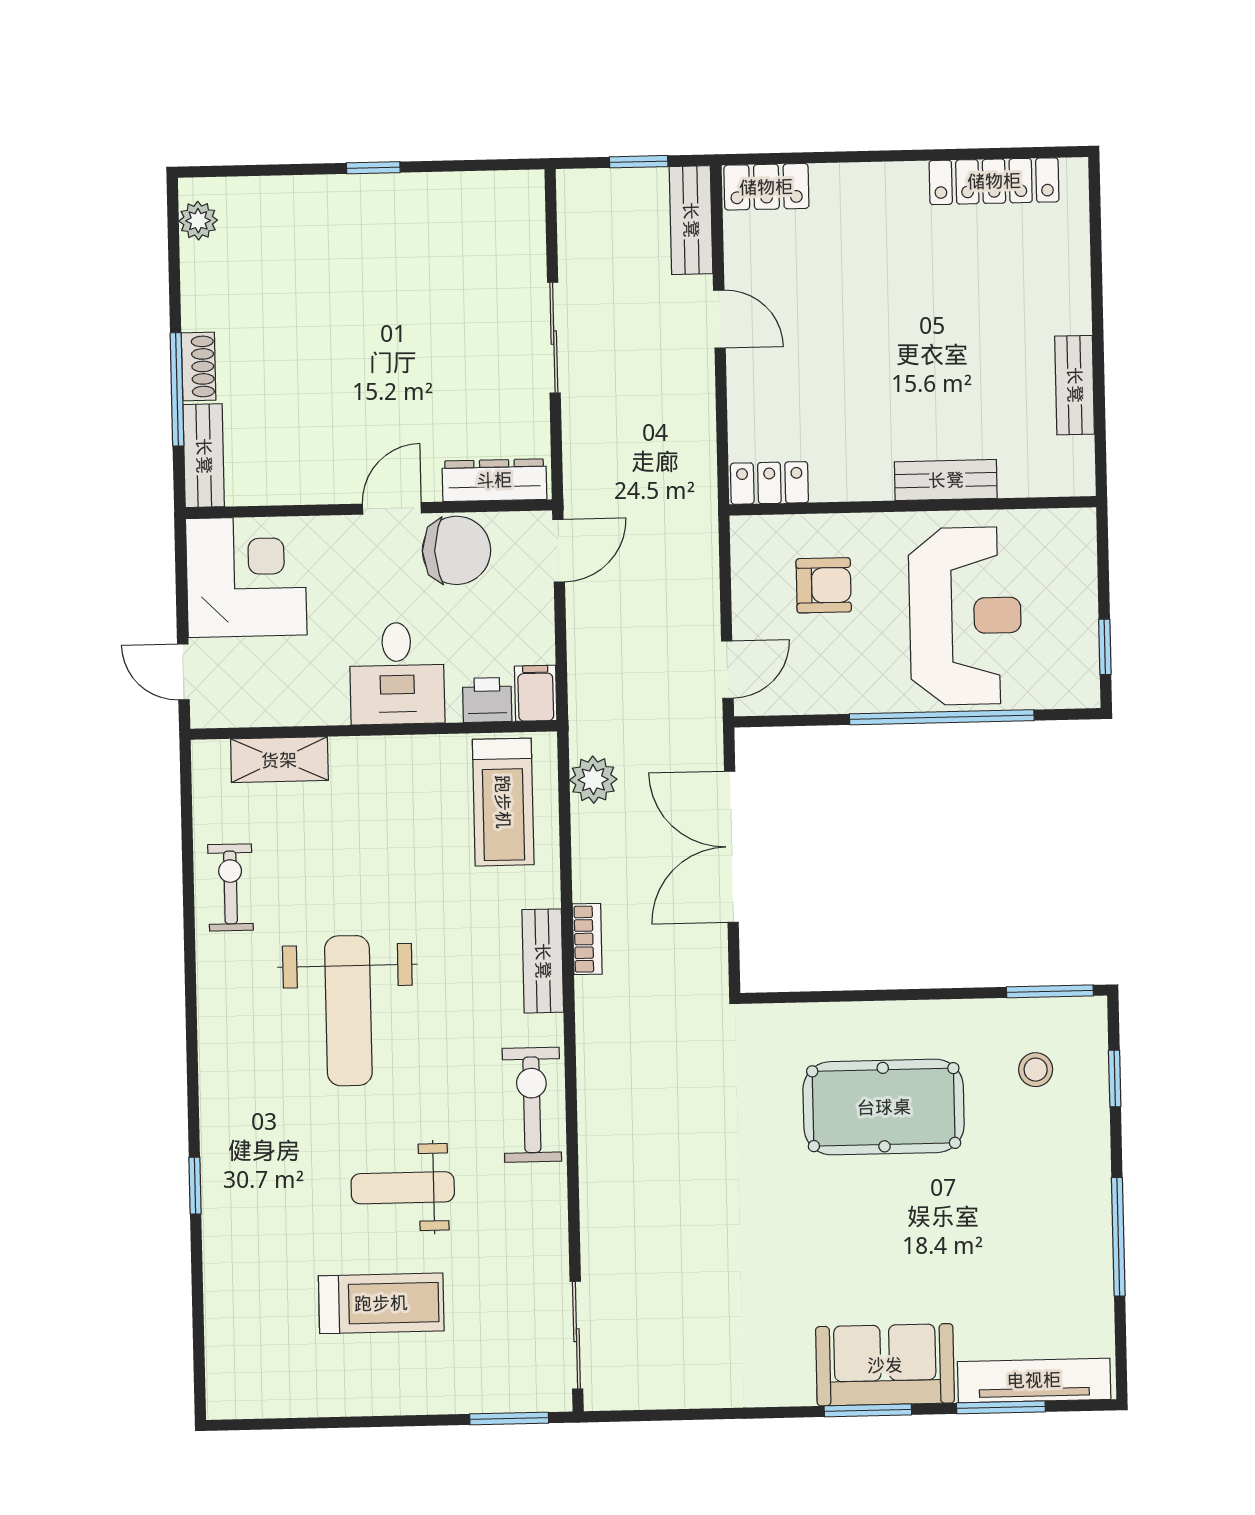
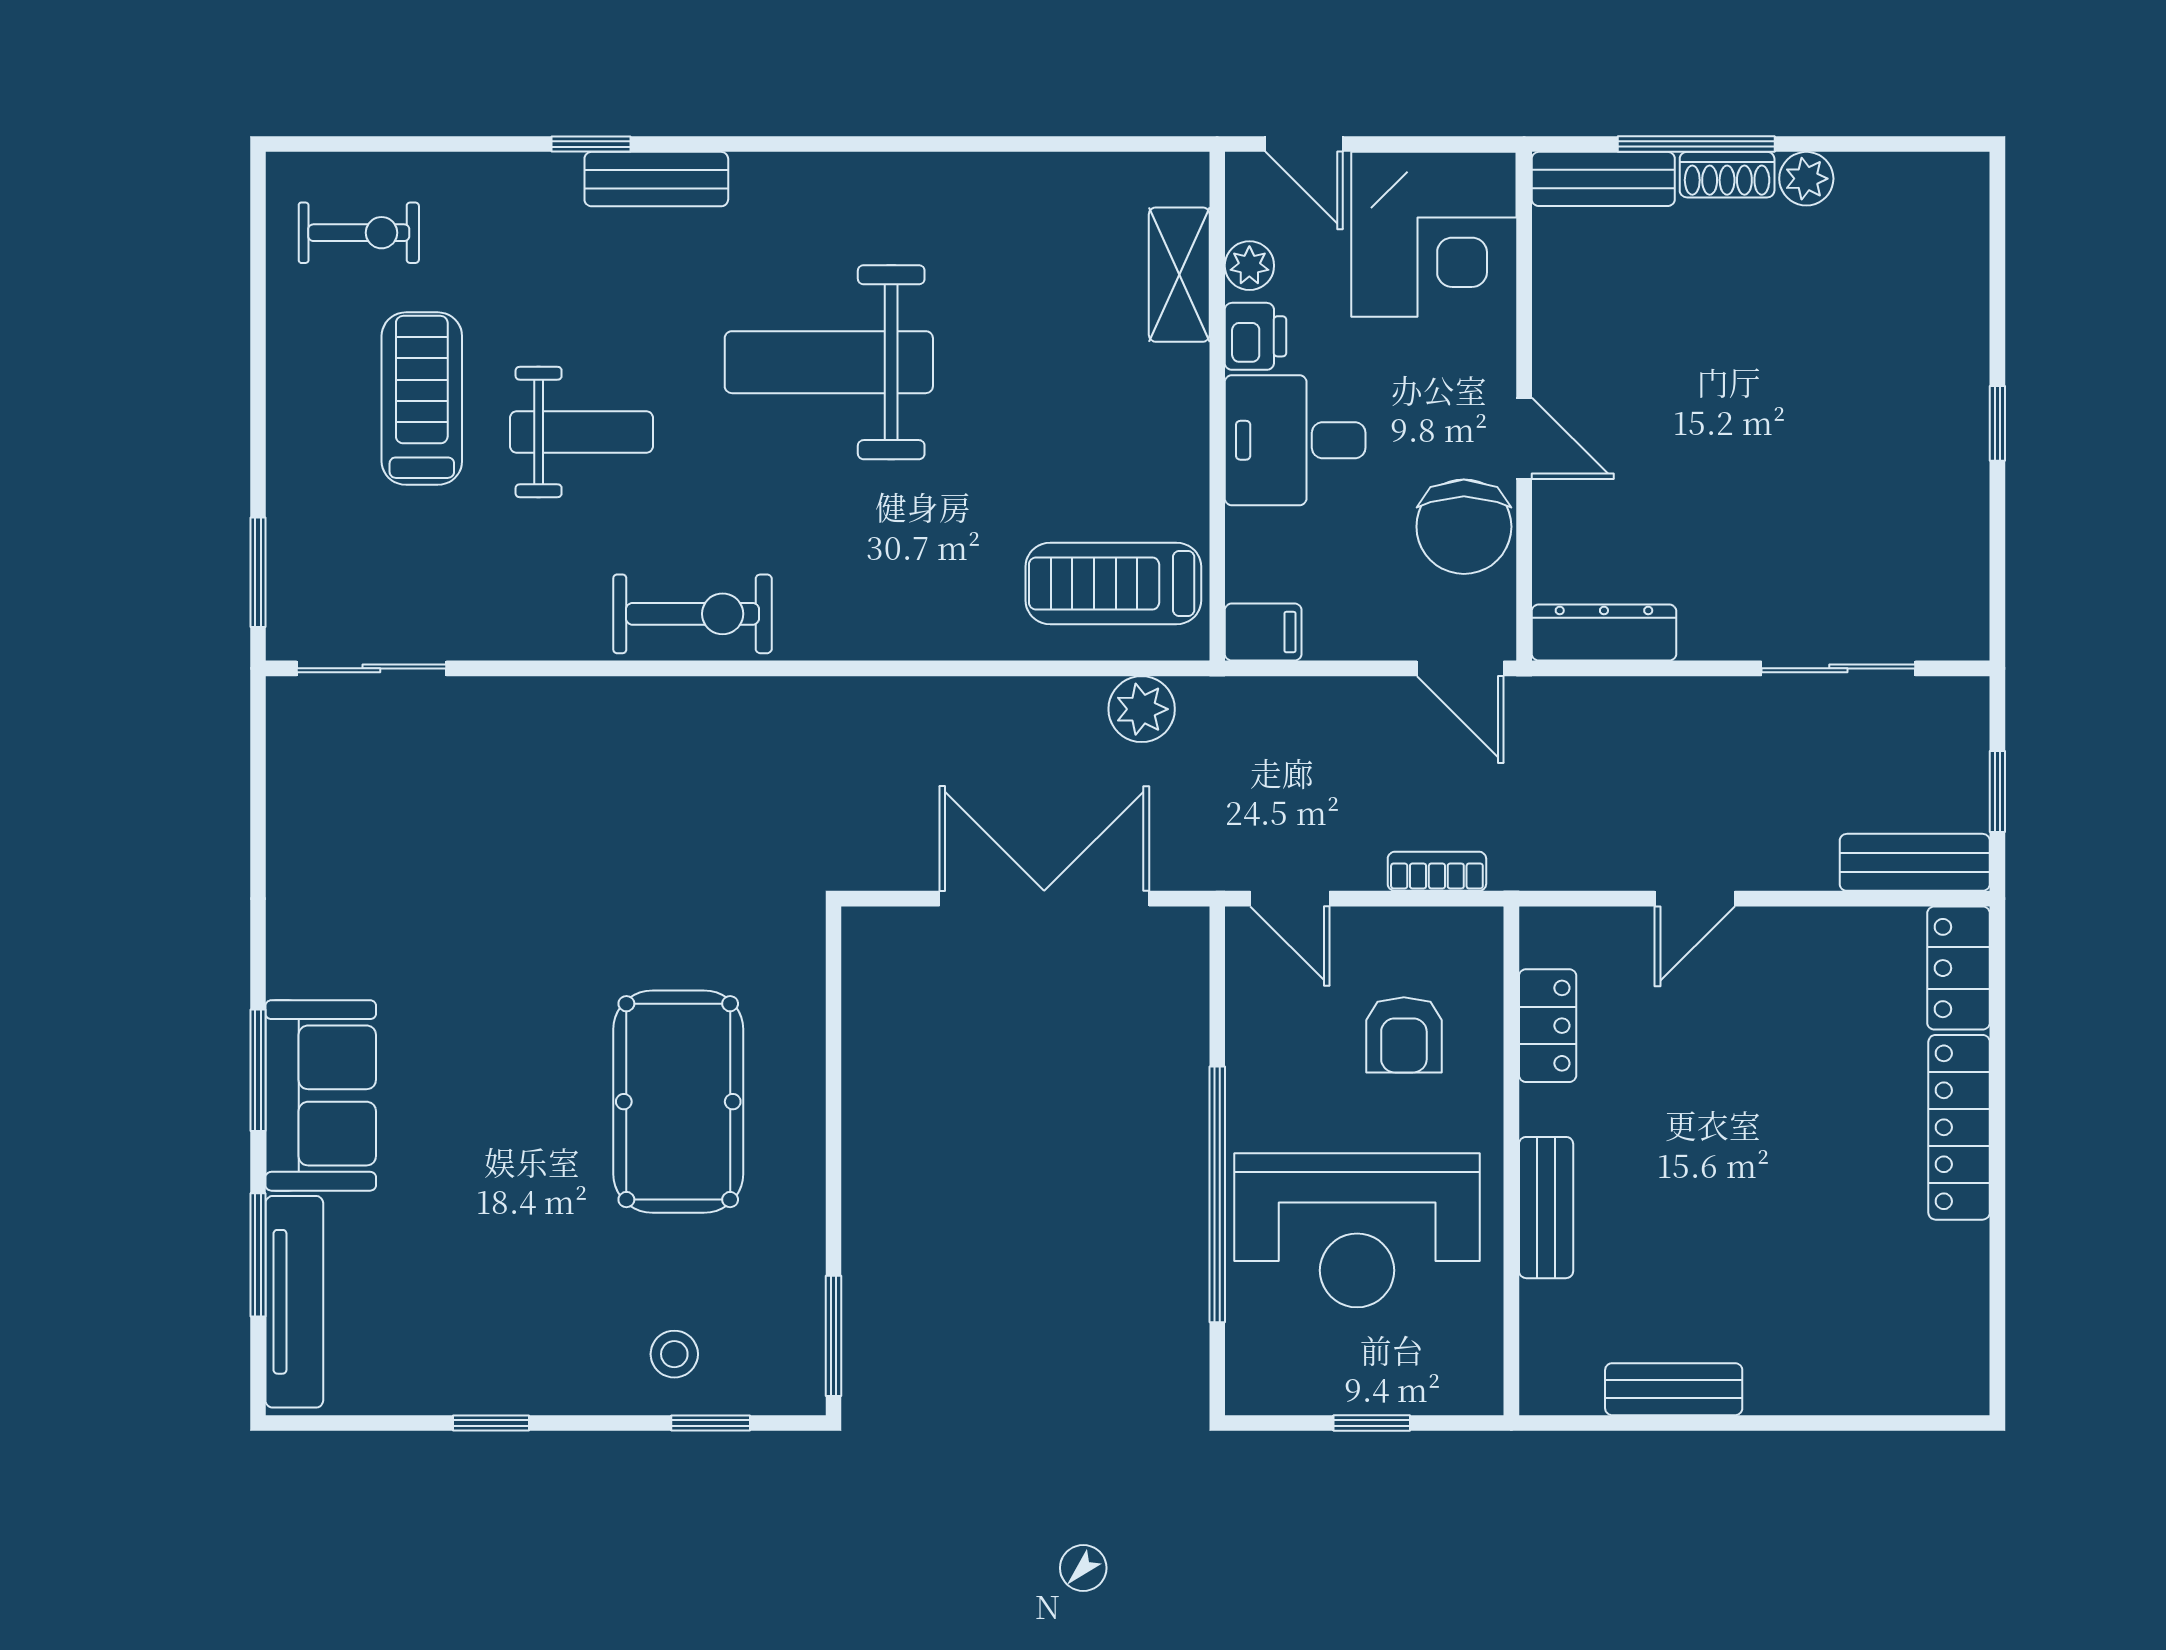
locker: (994, 181) -> (1959, 1127), moved
plant: (198, 221) -> (1806, 179), moved
door: (719, 319) -> (1695, 899), moved
sliding door: (554, 338) -> (1838, 668), moved
dresser: (494, 480) -> (1604, 633), moved, turned -90
locker: (769, 483) -> (1548, 1026), moved
window: (1105, 647) -> (1372, 1423), moved
door: (183, 672) -> (1304, 144), swing flipped
printer: (487, 700) -> (1255, 336), moved
plant: (272, 709) -> (1249, 266), added
exercise bike: (230, 887) -> (359, 233), moved
bookcase: (587, 939) -> (1437, 871), moved, turned 180
bench: (543, 961) -> (656, 179), moved
stool: (1036, 1070) -> (674, 1354), moved
weight bench: (403, 1188) -> (581, 432), turned 90
window: (1118, 1237) -> (491, 1423), width x0.46
treadmill: (381, 1303) -> (422, 399), turned 180

